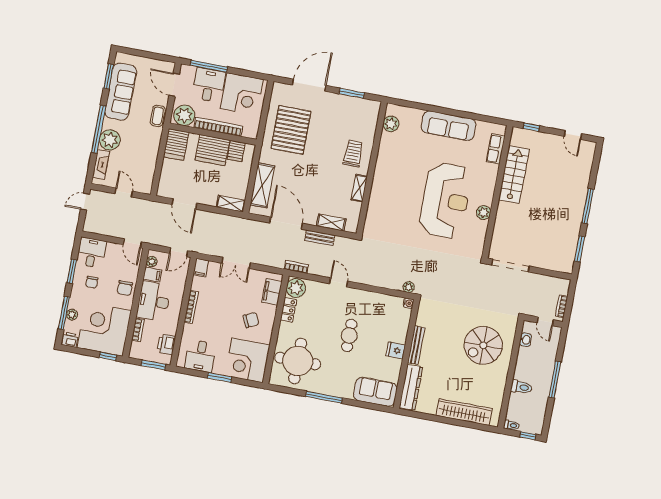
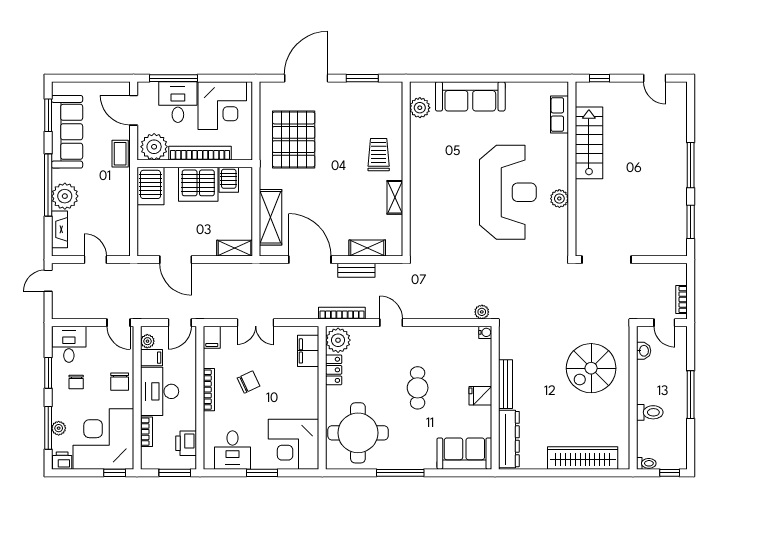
sofa: (449, 126) -> (470, 96), moved
bookcase: (296, 267) -> (342, 313), width x1.56
chair: (251, 320) -> (249, 382), moved

